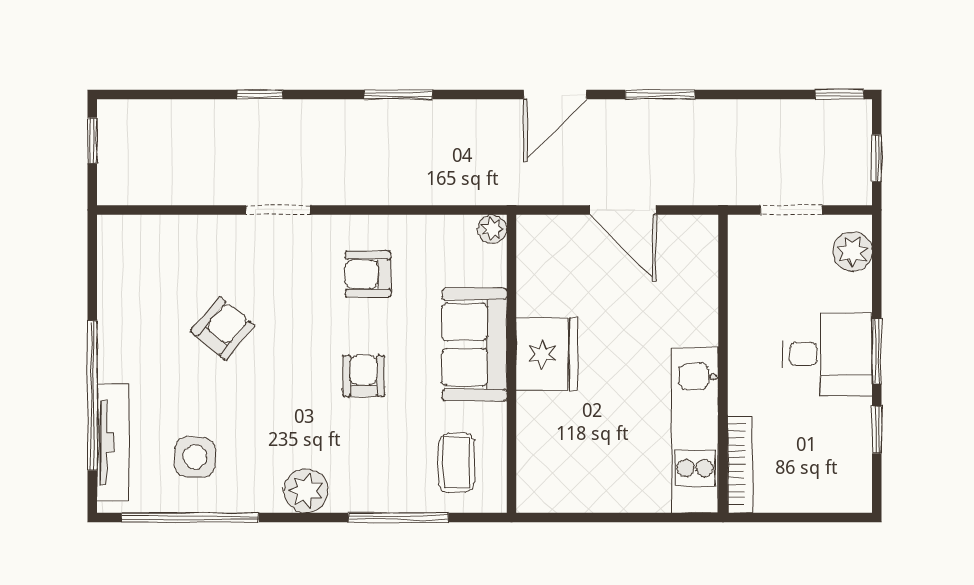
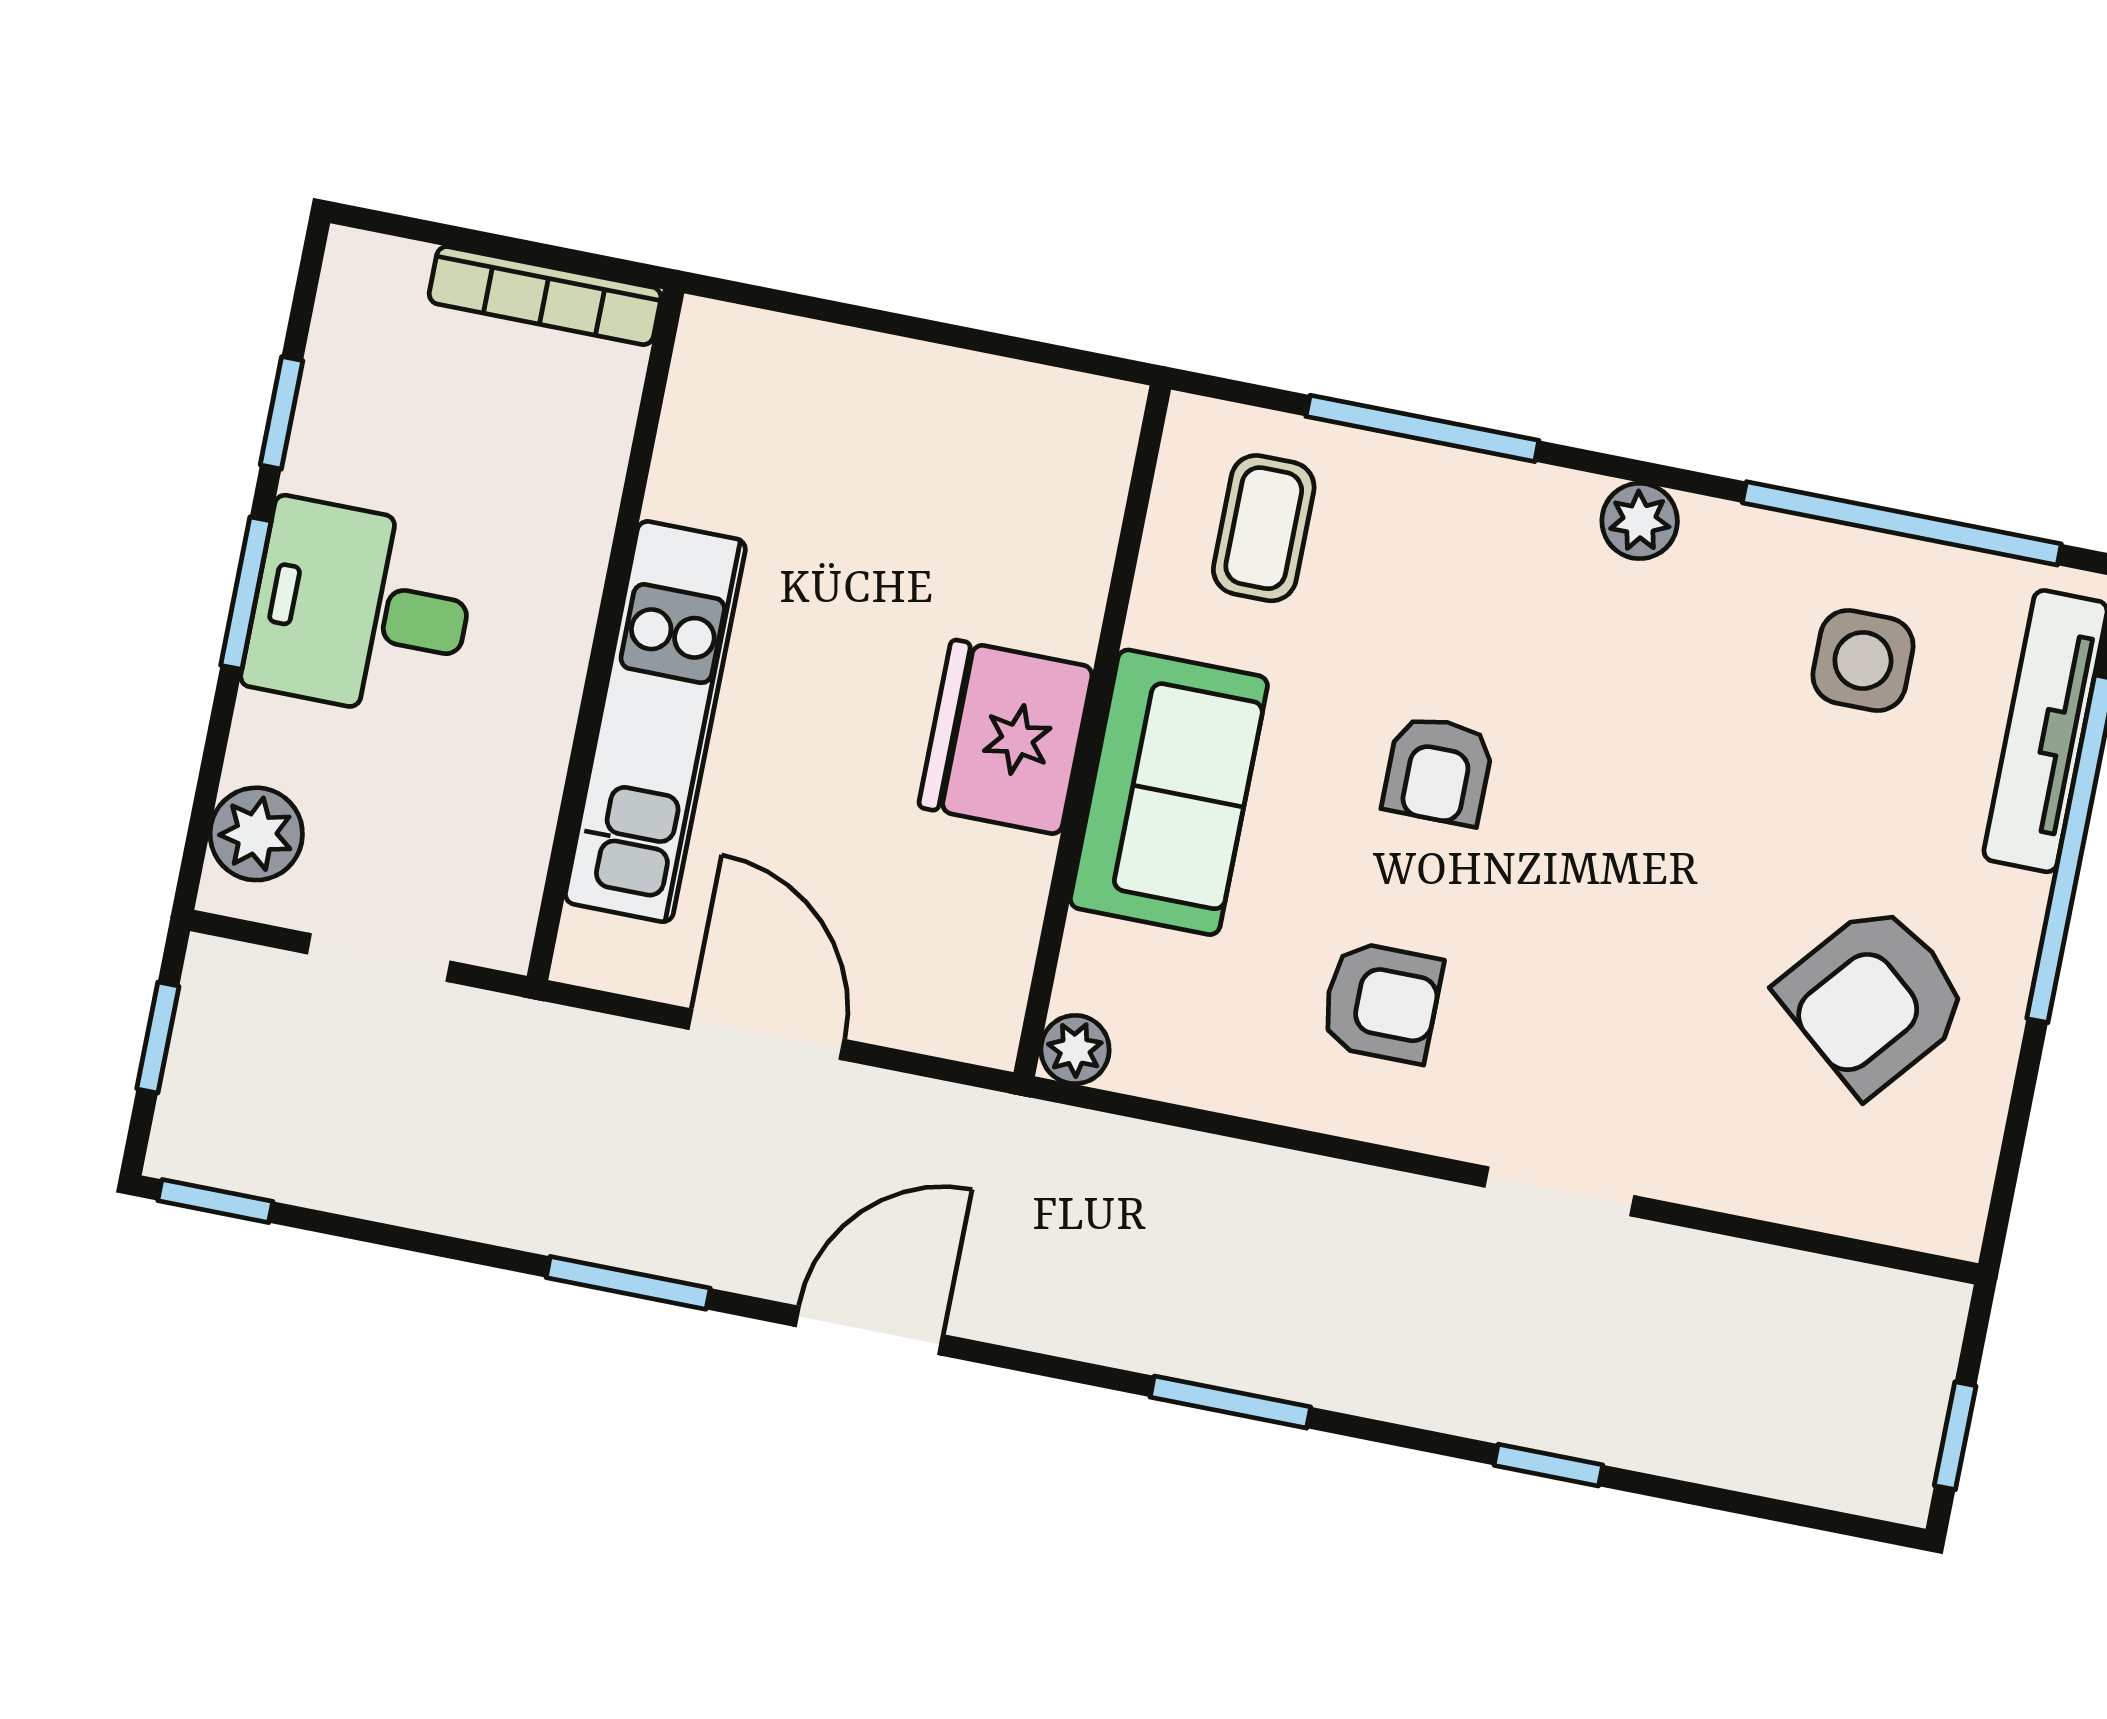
armchair: (223, 328) -> (1874, 999), moved, width x1.38, depth x1.38
kitchen unit: (695, 430) -> (655, 722), moved
bookcase: (740, 464) -> (545, 296), moved, turned -90
plant: (306, 491) -> (1640, 521), width x0.73, depth x0.73

